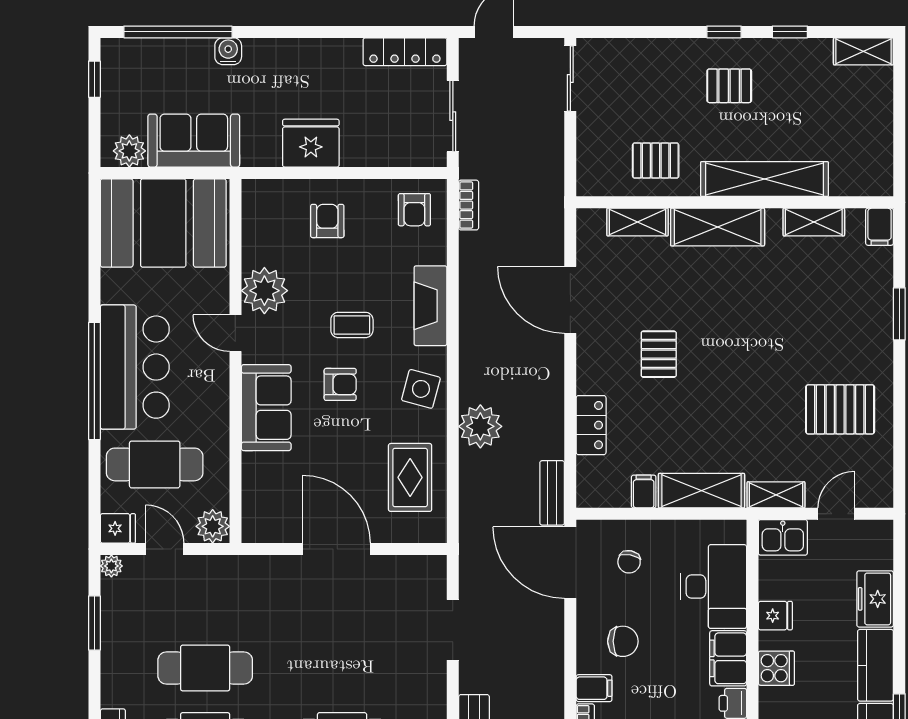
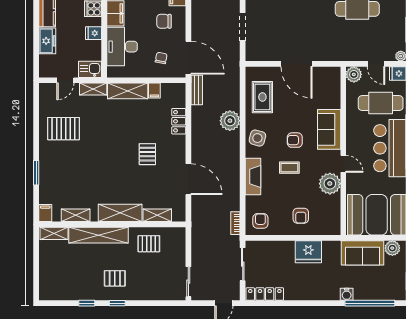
shelving: (863, 51) -> (54, 233), moved

